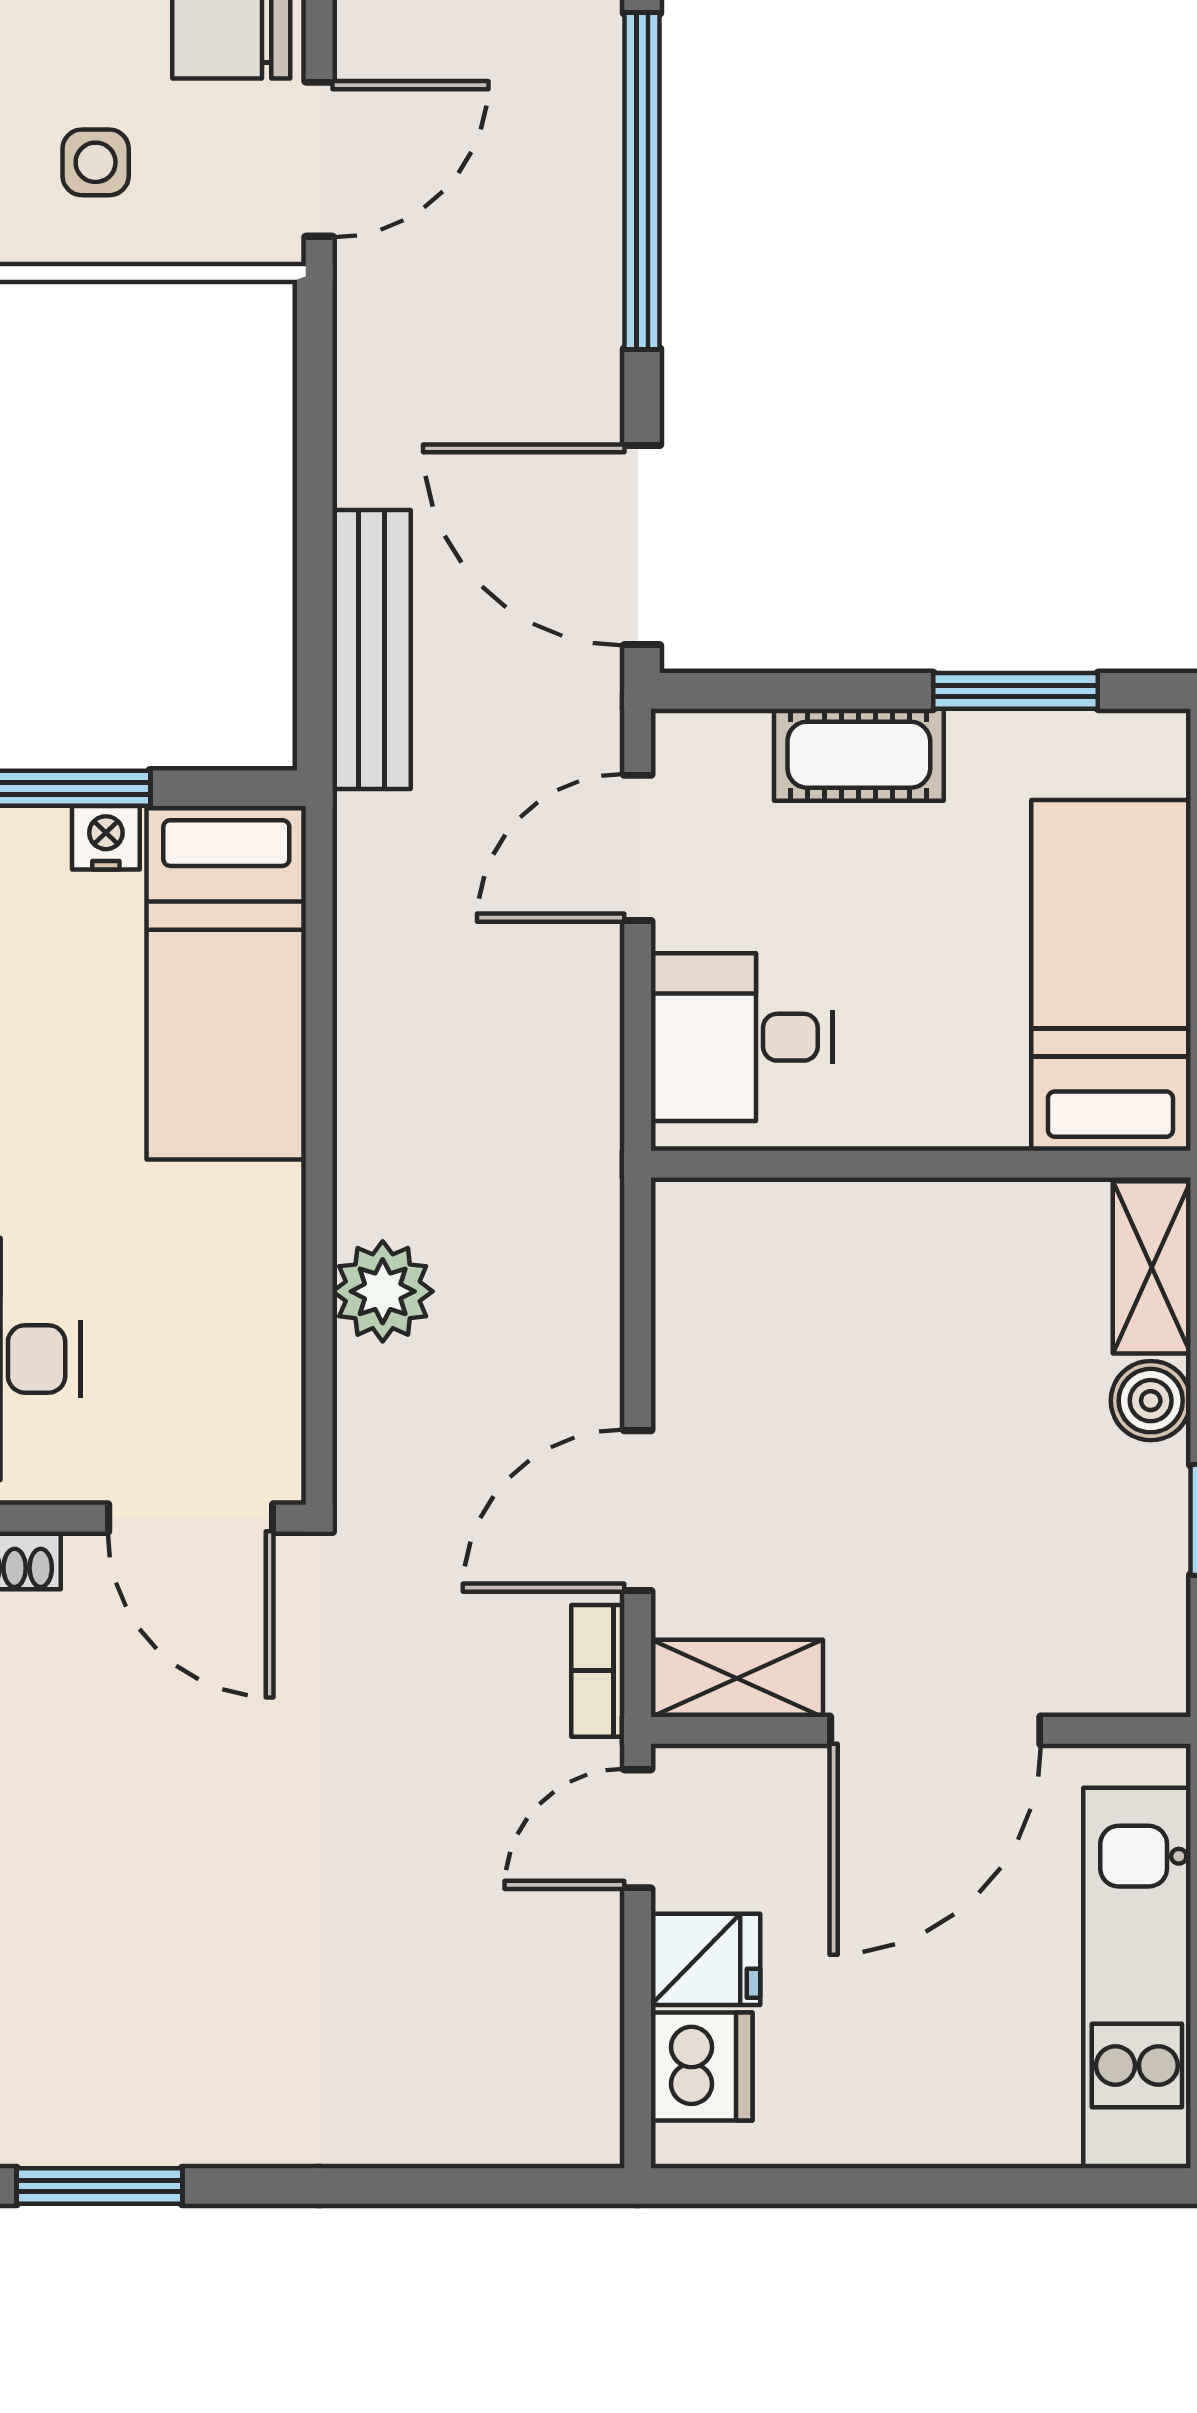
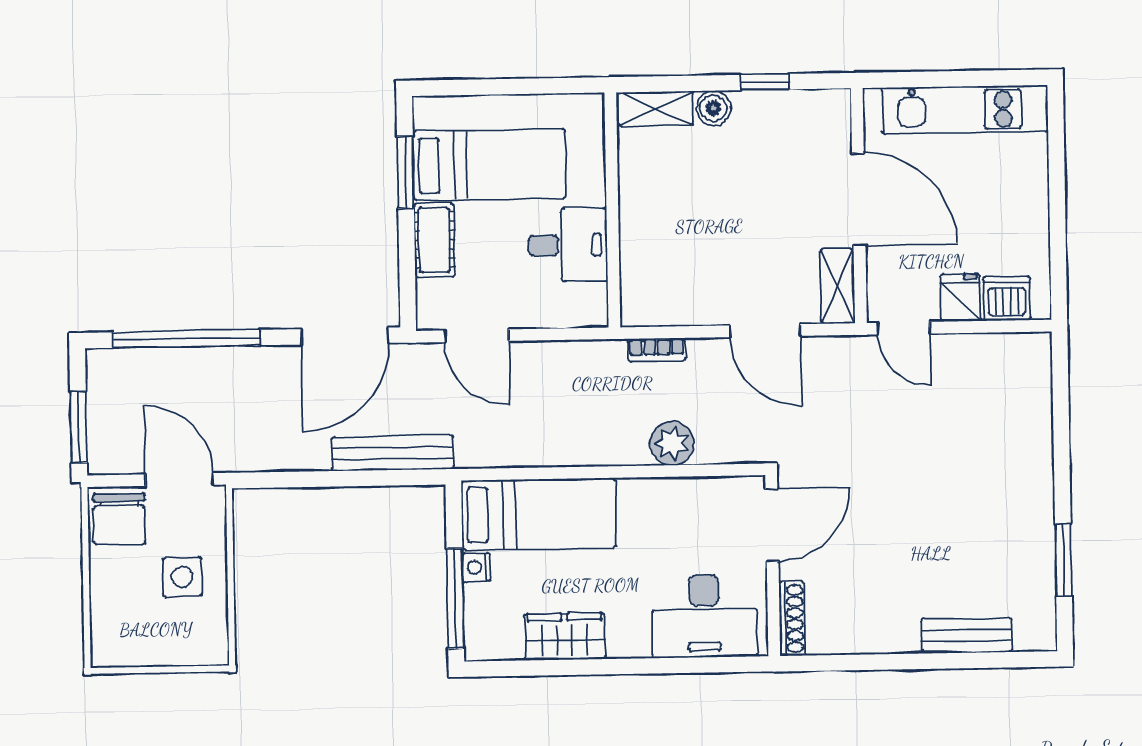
side table: (96, 162) -> (182, 577), width x1.37, depth x1.37
bed: (1110, 975) -> (490, 165), moved, turned 180
desk: (741, 1037) -> (568, 245), moved, turned -90
bookcase: (598, 1671) -> (657, 350), moved

